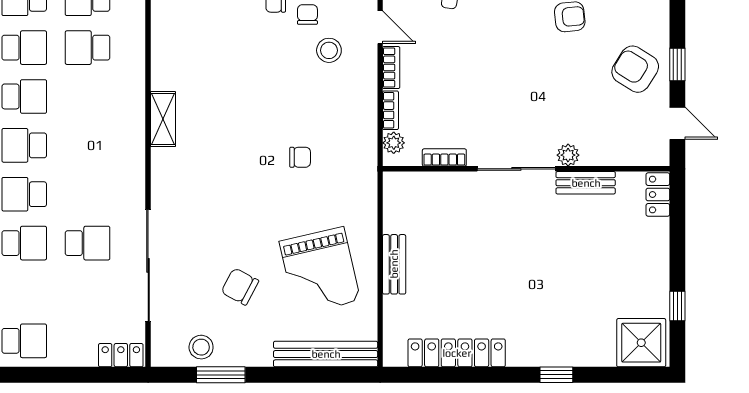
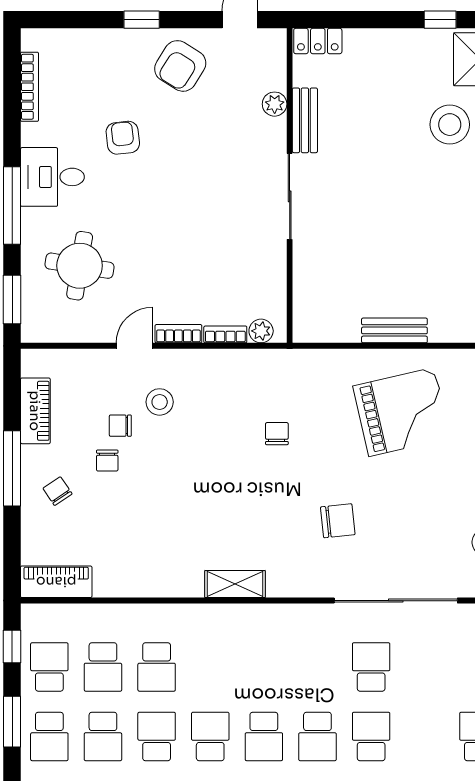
window: (677, 64) -> (142, 20), moved
plant: (568, 155) -> (275, 104), moved
bookcase: (444, 157) -> (277, 275), removed
chair: (240, 286) -> (338, 521), moved, turned -124
stool: (582, 315) -> (450, 125), added

